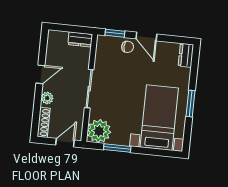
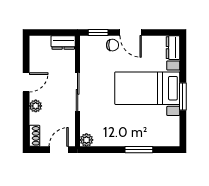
bed with nightstands: (159, 118) -> (147, 88), moved, turned -90
shoe rack: (44, 122) -> (34, 136), width x0.70
plant: (99, 131) -> (86, 140), width x0.53, depth x0.53
window: (117, 148) -> (139, 150), moved

